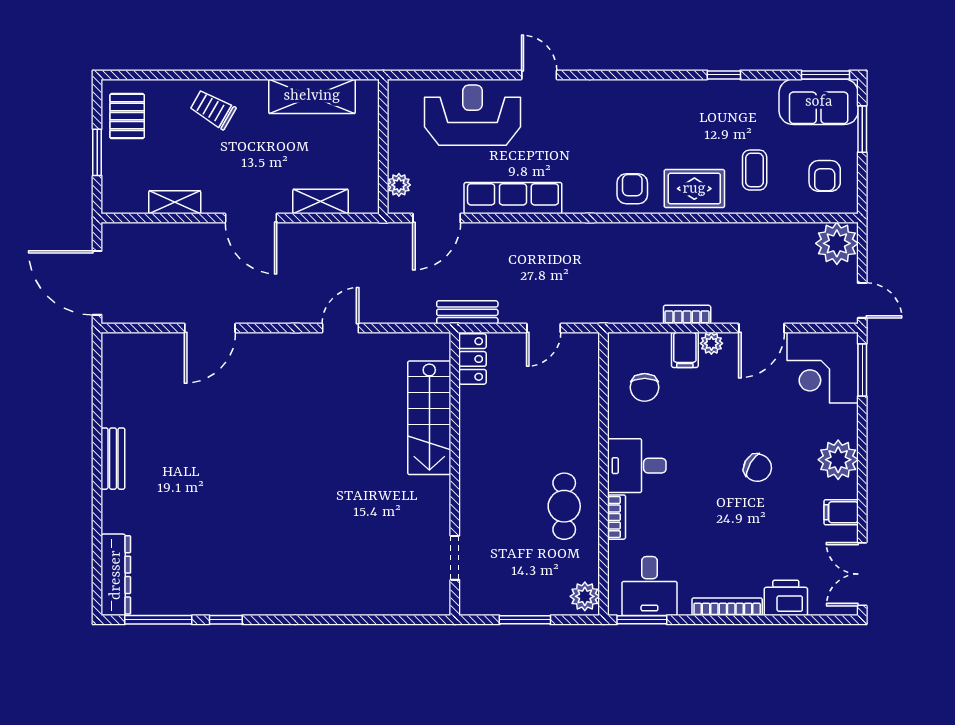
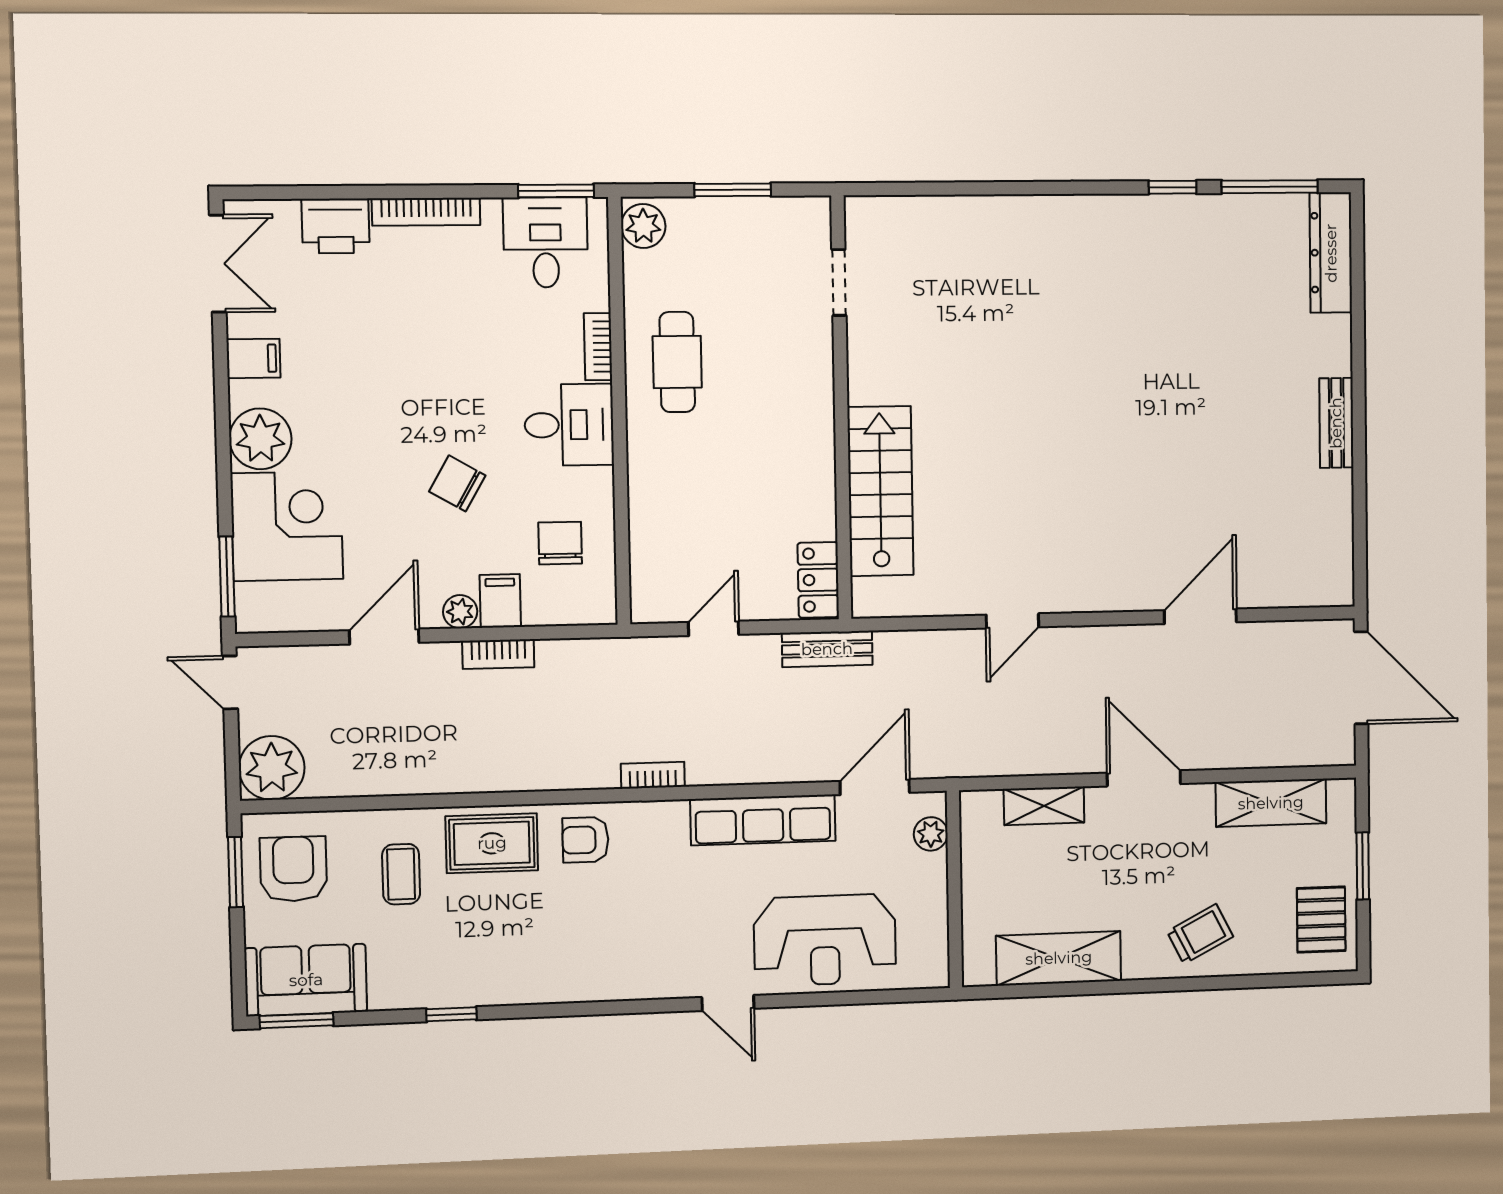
trolley: (213, 109) -> (1200, 934), turned -57
window: (862, 129) -> (236, 872), moved
armchair: (825, 176) -> (293, 869), width x1.38, depth x1.38
armchair: (632, 189) -> (585, 840), turned 90
shelving: (175, 202) -> (1271, 803), width x1.50, depth x1.33
bookcase: (586, 231) -> (653, 775), added
corner desk: (823, 368) -> (287, 526), moved
chair: (758, 468) -> (457, 483), moved

